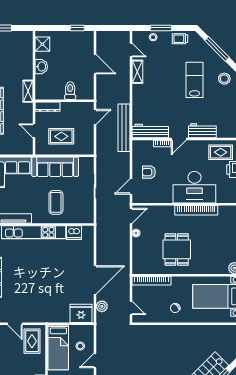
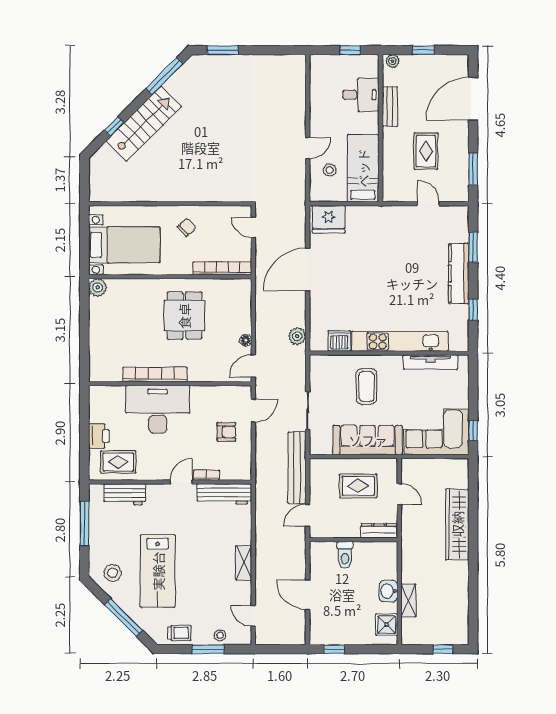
shelving: (137, 72) -> (244, 563), moved
lab bench: (195, 80) -> (158, 571), width x1.36, depth x1.39
shelving: (28, 91) -> (408, 600), moved
bench: (124, 128) -> (297, 468), moved
workbench: (202, 131) -> (125, 494), moved
plant: (102, 306) -> (297, 336), moved
rug: (32, 341) -> (426, 151), moved

